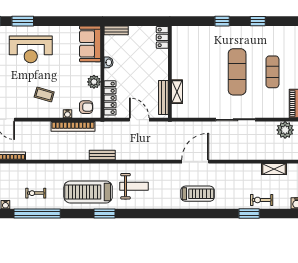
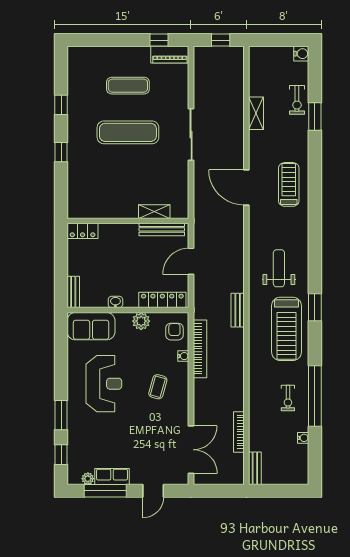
reception desk: (31, 49) -> (104, 384), moved
plant: (285, 130) -> (205, 69), removed
shelving: (274, 169) -> (256, 113), moved

